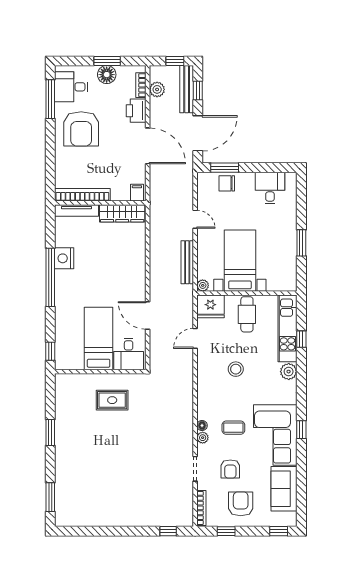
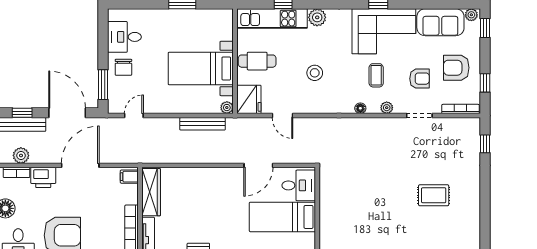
chair: (227, 183) -> (123, 67), moved
door: (195, 219) -> (134, 116), moved
rug: (112, 400) -> (434, 195), moved, turned 90
floor lamp: (202, 426) -> (360, 108), moved
plant: (291, 518) -> (471, 15), added

